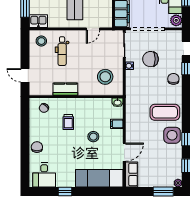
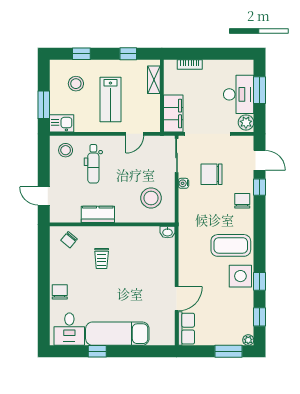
filing cabinet: (117, 124) -> (166, 261), removed
stool: (93, 137) -> (135, 278), removed
exam couch: (99, 178) -> (117, 334), moved

